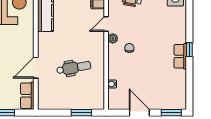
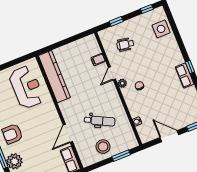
dental chair: (74, 68) -> (100, 121), turned 37
stool: (67, 96) -> (103, 147), added

